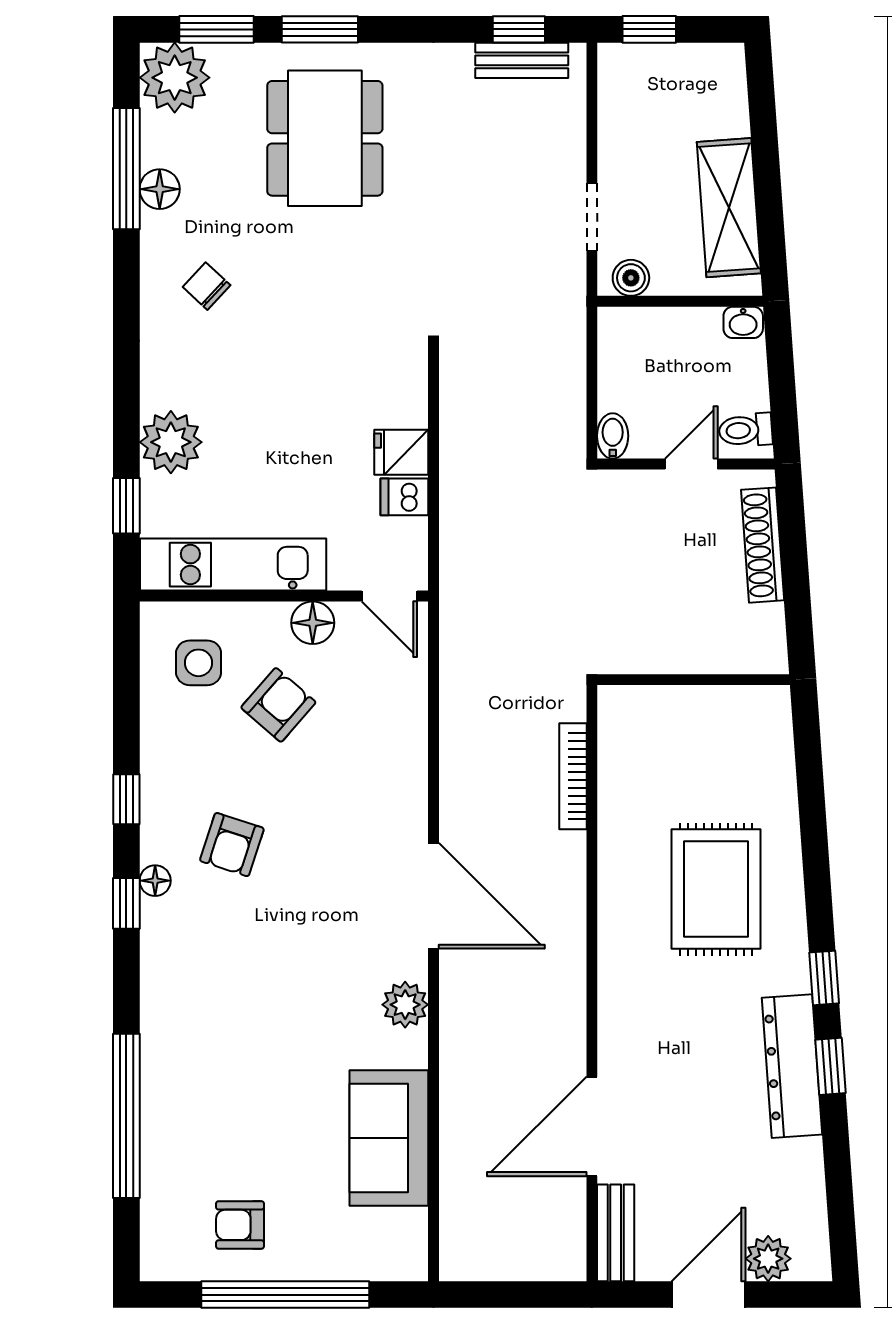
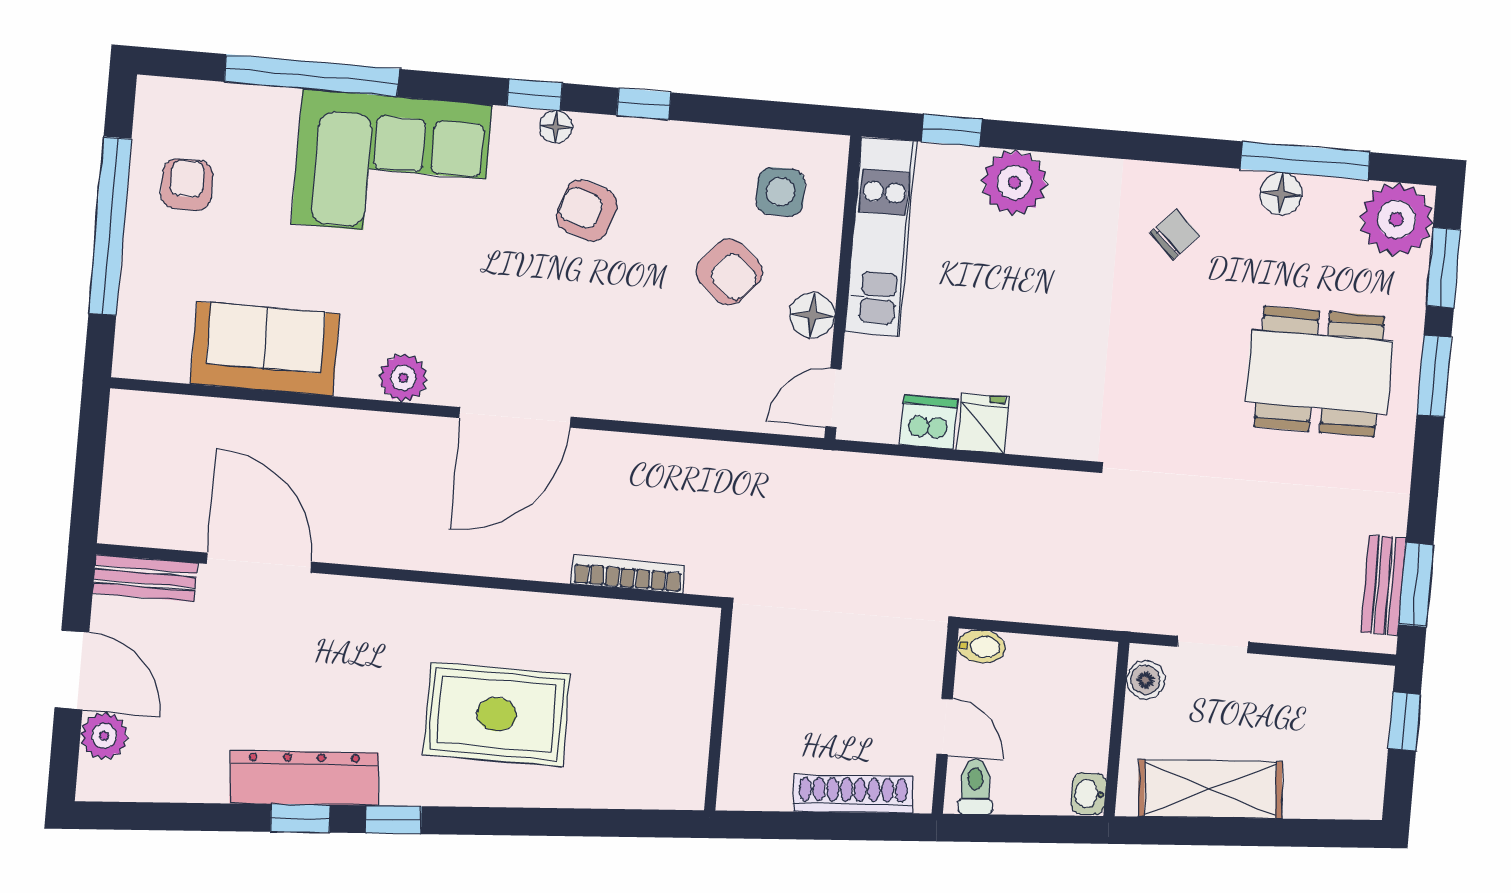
window: (519, 29) -> (1416, 585), width x1.50
dishwasher: (404, 497) -> (929, 422), width x1.38
corner sofa: (204, 1033) -> (392, 164), added

